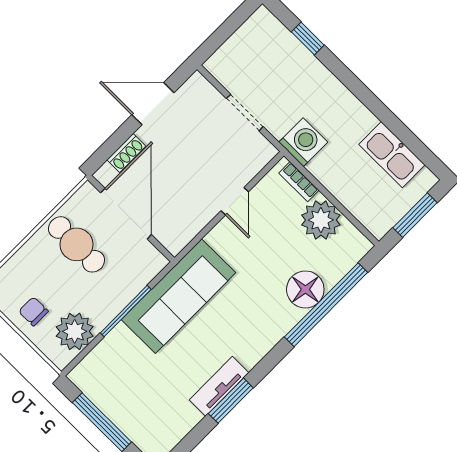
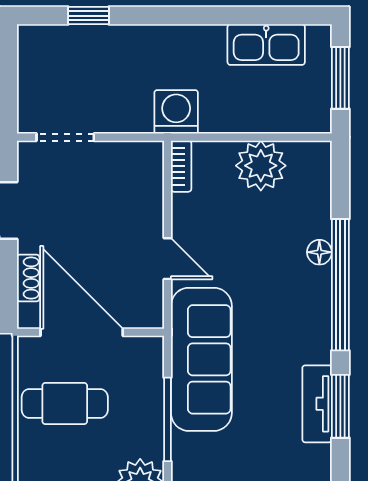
doorway: (245, 113) -> (65, 137), moved
bookcase: (299, 182) -> (181, 166), moved, turned -90
door: (235, 201) -> (167, 259), moved
floor lamp: (305, 289) -> (319, 252), width x0.53, depth x0.53
window: (326, 305) -> (340, 285), moved

